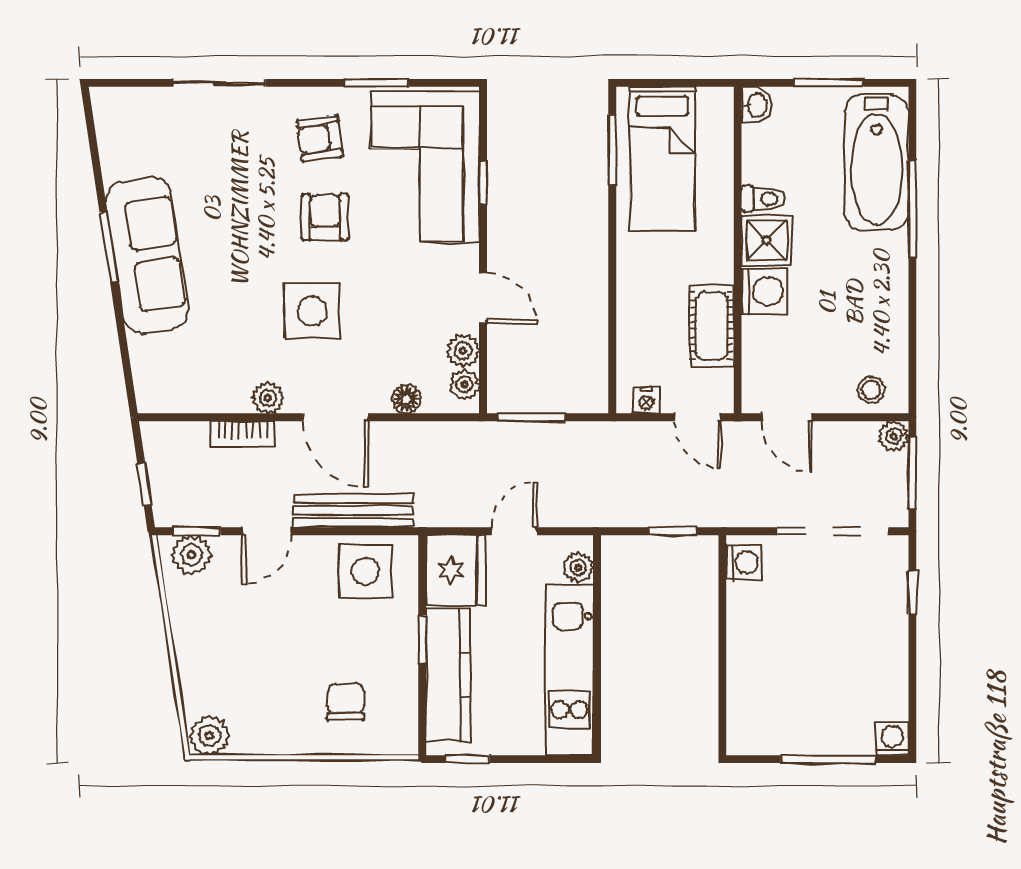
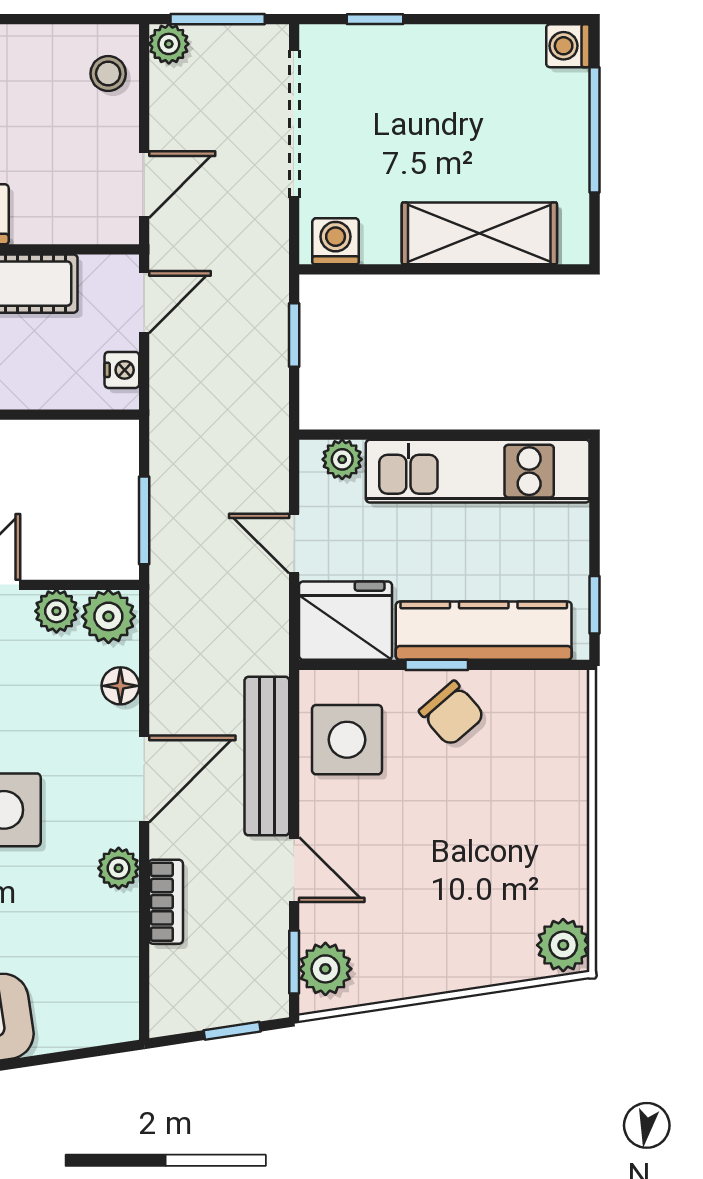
plant: (465, 385) -> (108, 616), width x1.38, depth x1.38
shelving: (750, 672) -> (479, 233), added
chair: (346, 702) -> (452, 713), moved, turned -131

